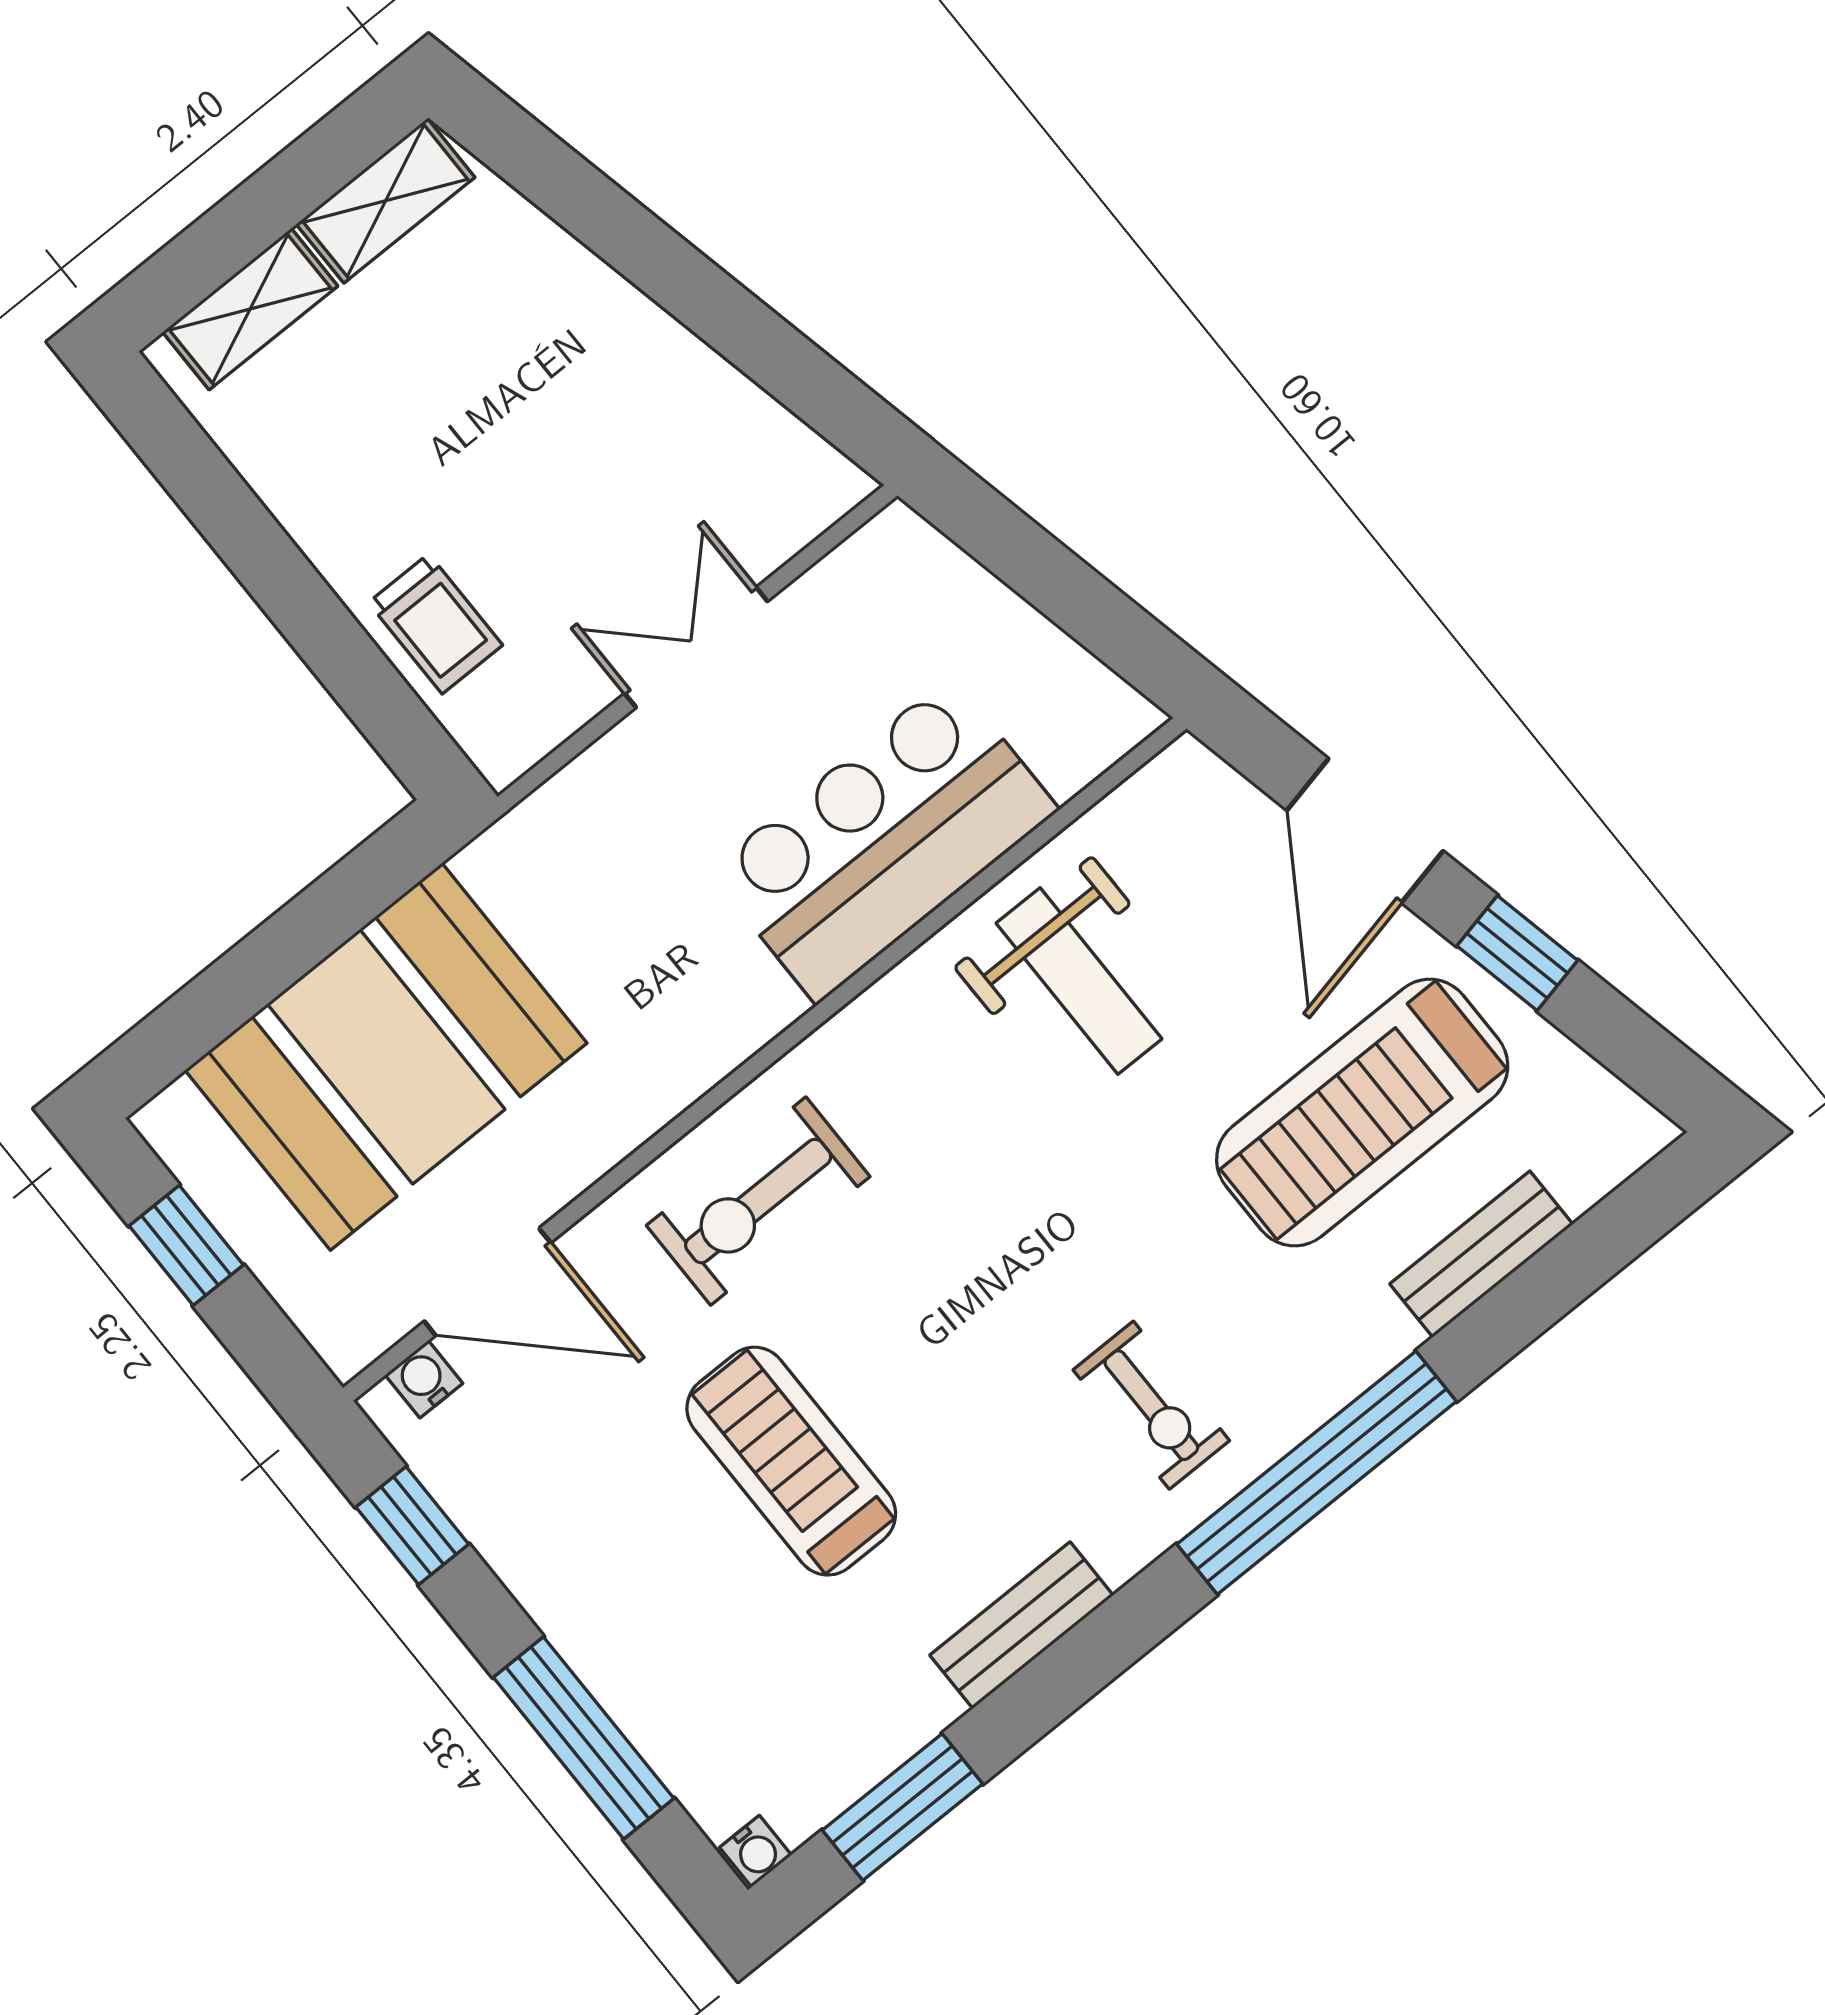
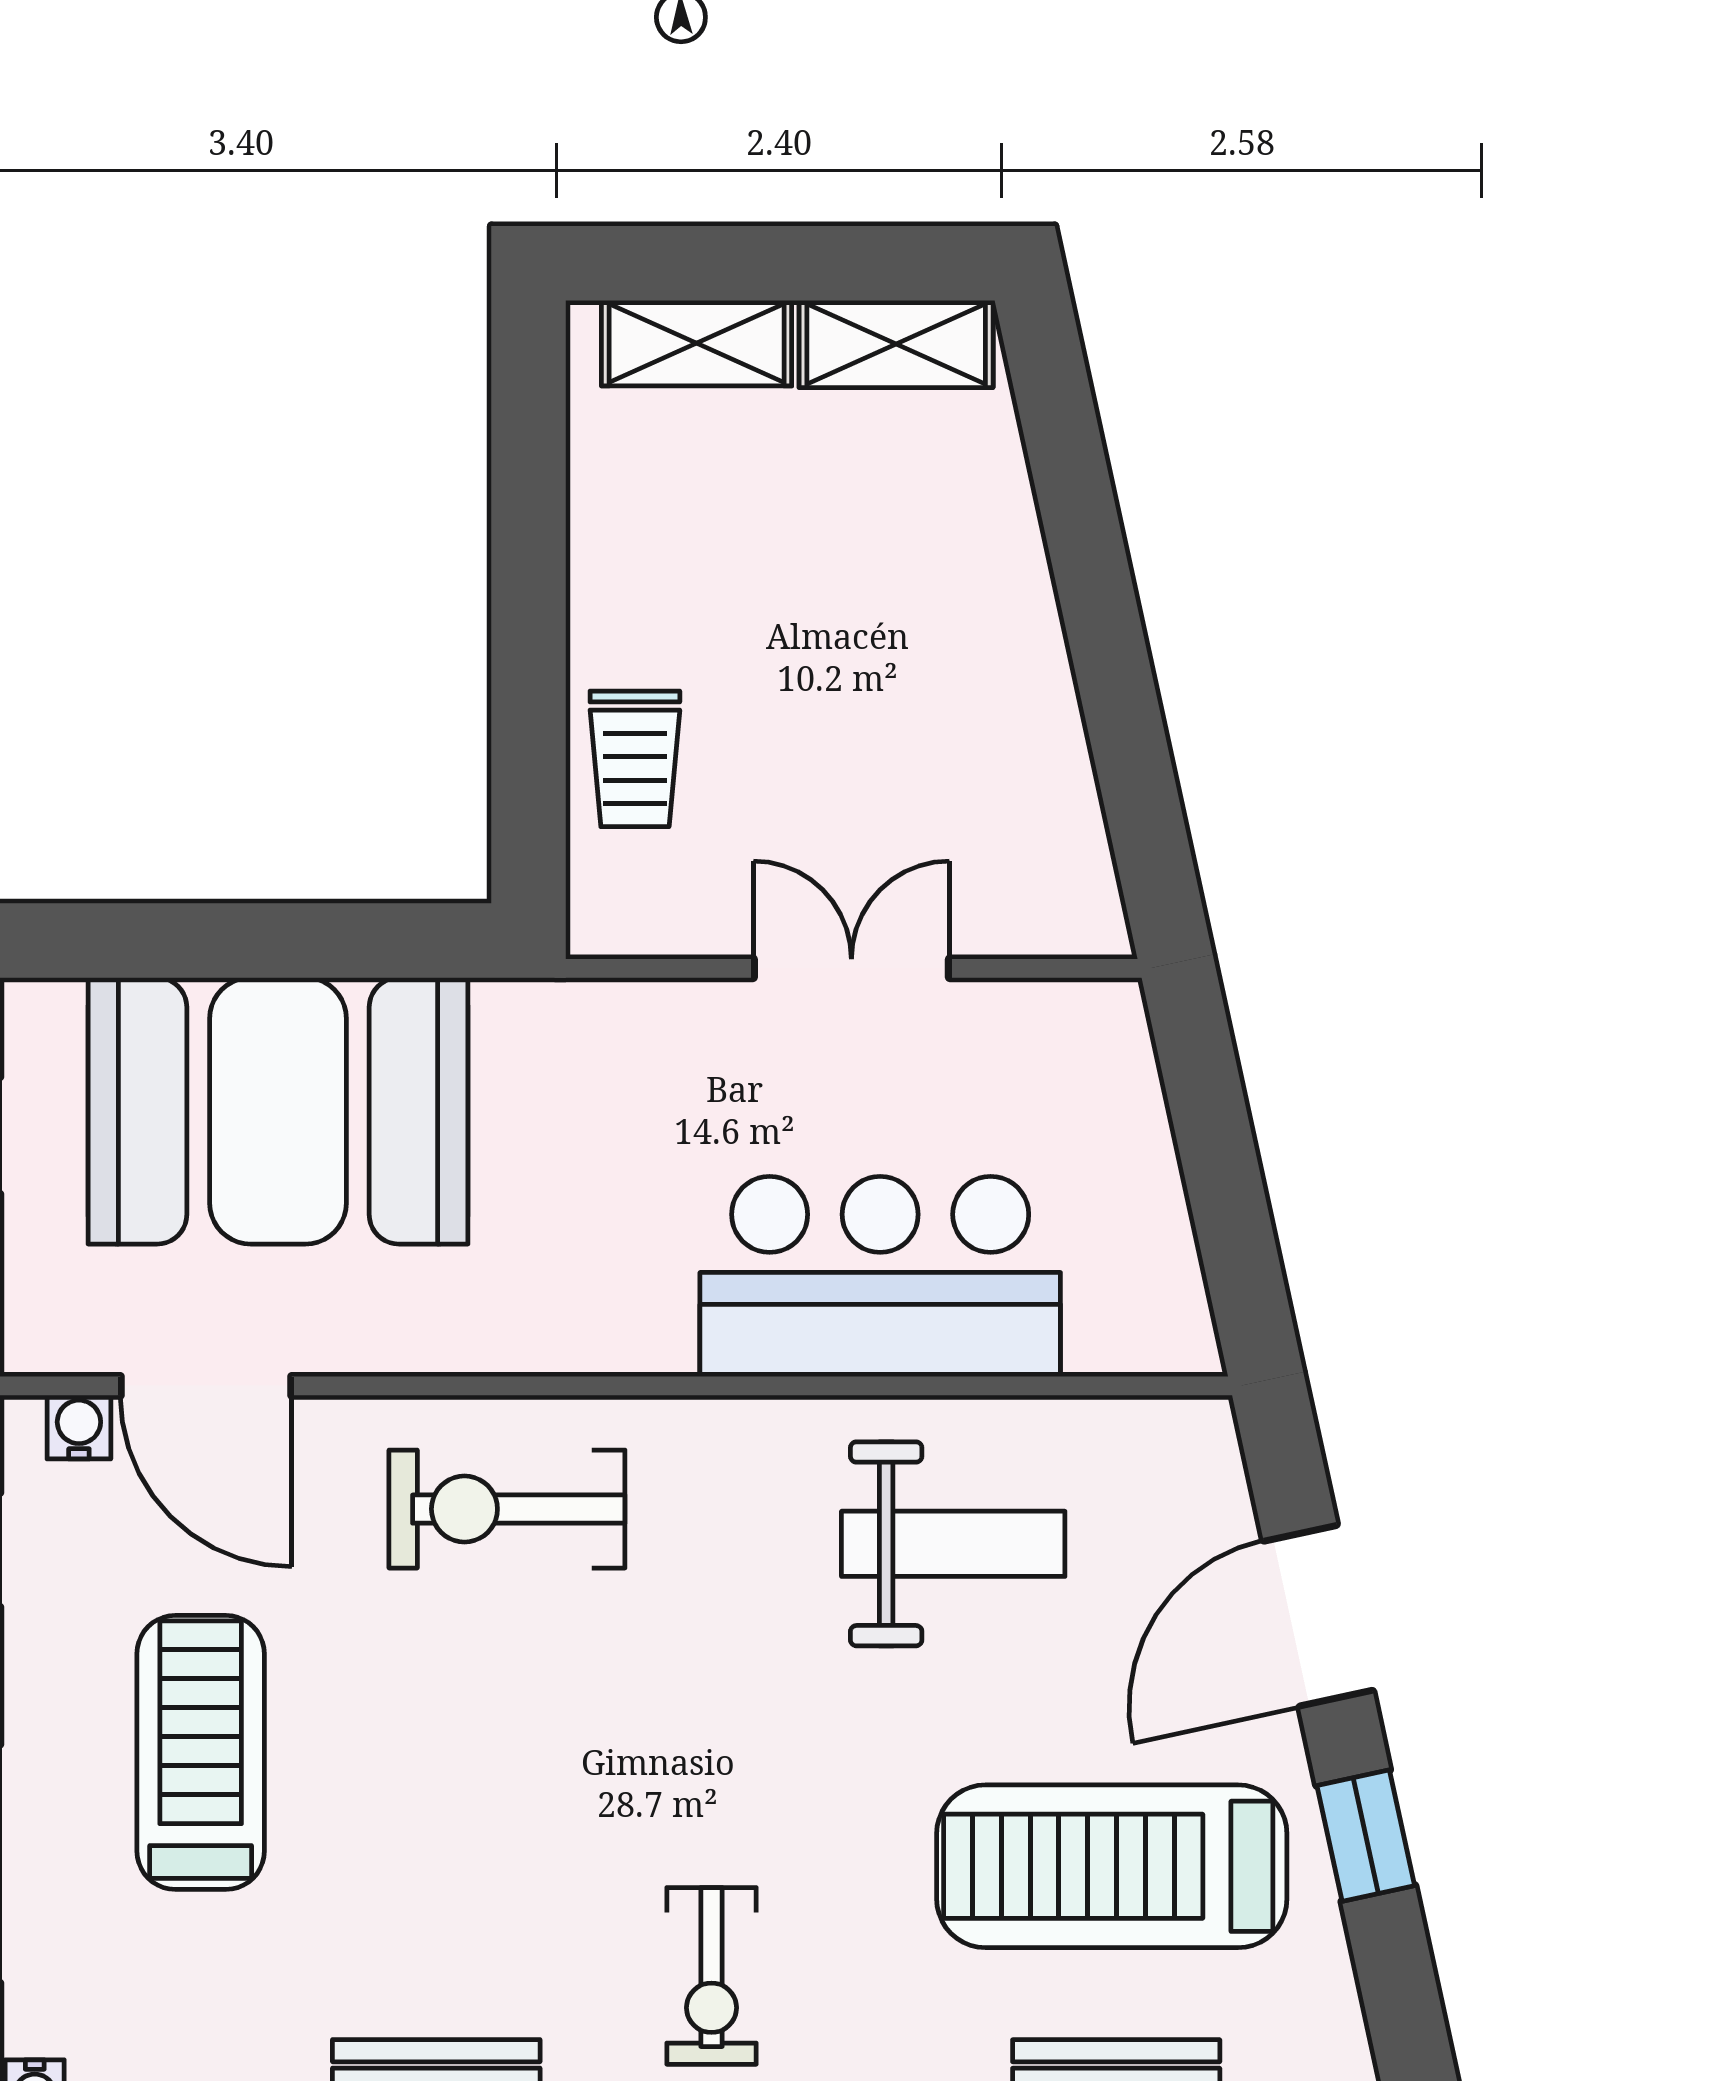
weight bench: (1079, 981) -> (953, 1544), turned -90
treadmill: (791, 1461) -> (201, 1752), moved

